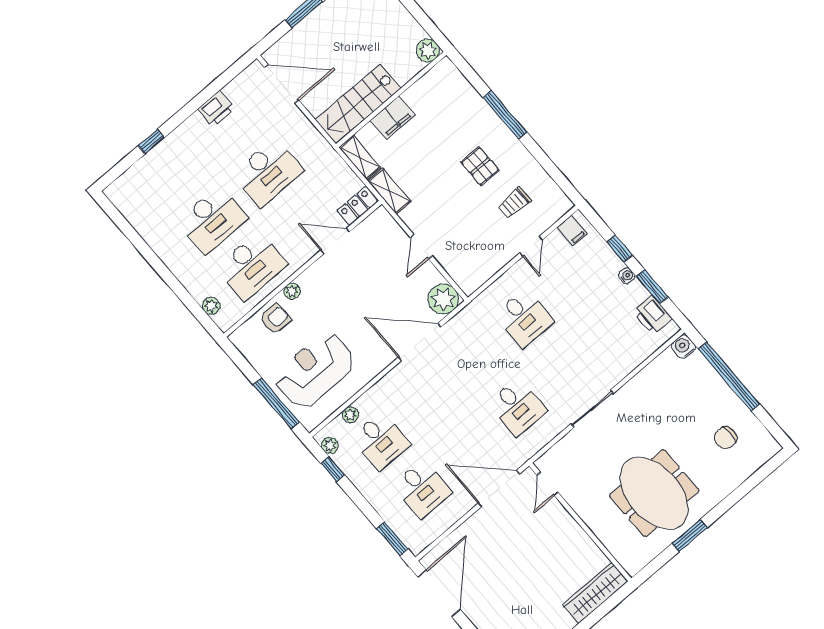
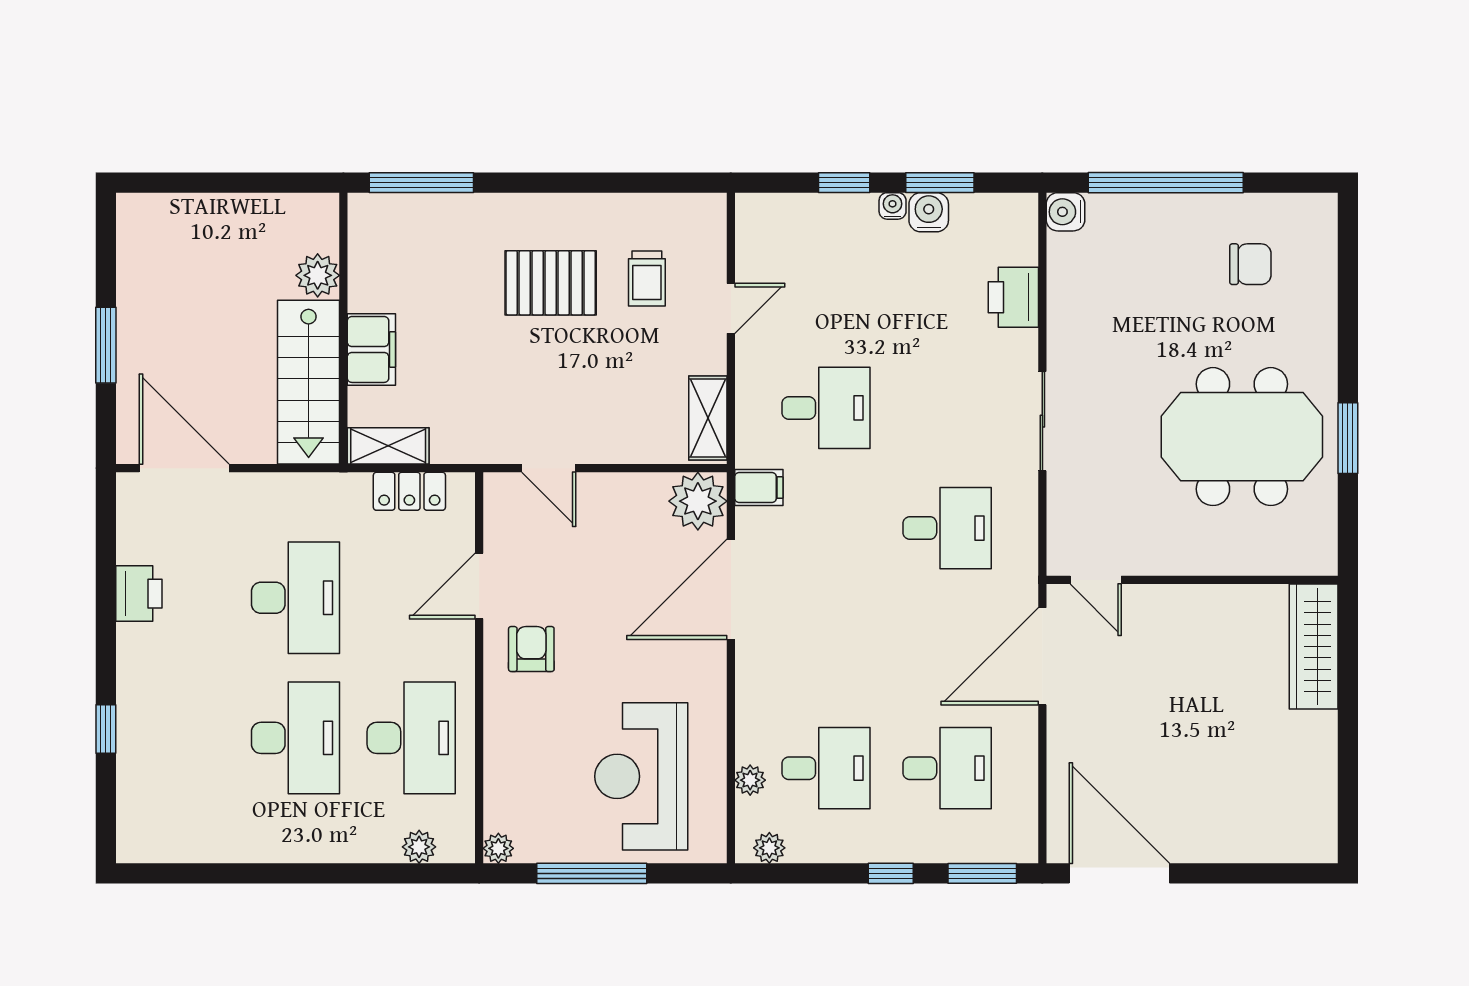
plant: (428, 50) -> (318, 275), moved
door: (282, 84) -> (184, 468), hinge flipped
window: (505, 115) -> (421, 183), moved
pallet: (480, 166) -> (551, 283), width x1.50, depth x1.42
shelving: (389, 191) -> (708, 418), moved, turned 90
locker: (357, 206) -> (409, 491), moved, turned -90
filing cabinet: (572, 230) -> (759, 488), moved
door: (421, 247) -> (549, 468), moved
door: (531, 247) -> (731, 308), hinge flipped
plant: (292, 291) -> (498, 848), moved
water cooler: (637, 292) -> (929, 212), added
printer: (653, 315) -> (1013, 297), moved, turned 90
armchair: (275, 319) -> (531, 649), moved
window: (276, 403) -> (592, 873), moved
chair: (725, 438) -> (1250, 264), turned -90
window: (333, 469) -> (891, 873), moved

